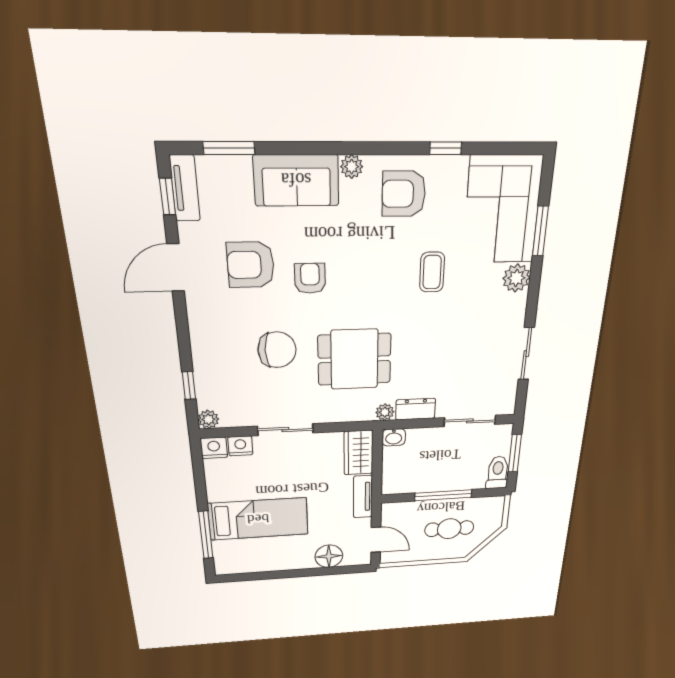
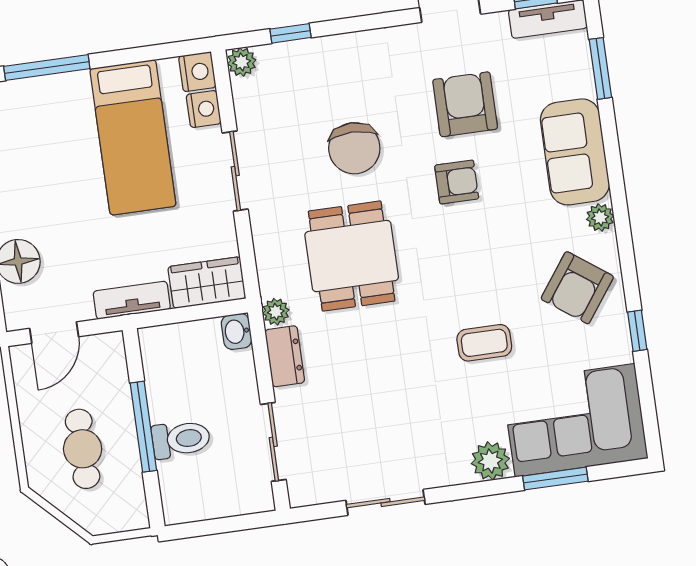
armchair: (404, 194) -> (577, 288), turned -144
window: (515, 453) -> (226, 525), removed
toilet: (498, 473) -> (181, 439), moved
bed: (258, 519) -> (133, 137), moved

